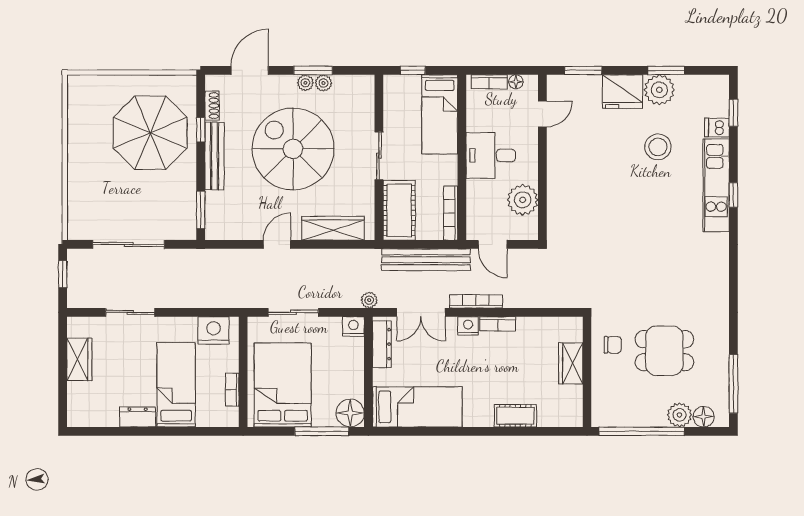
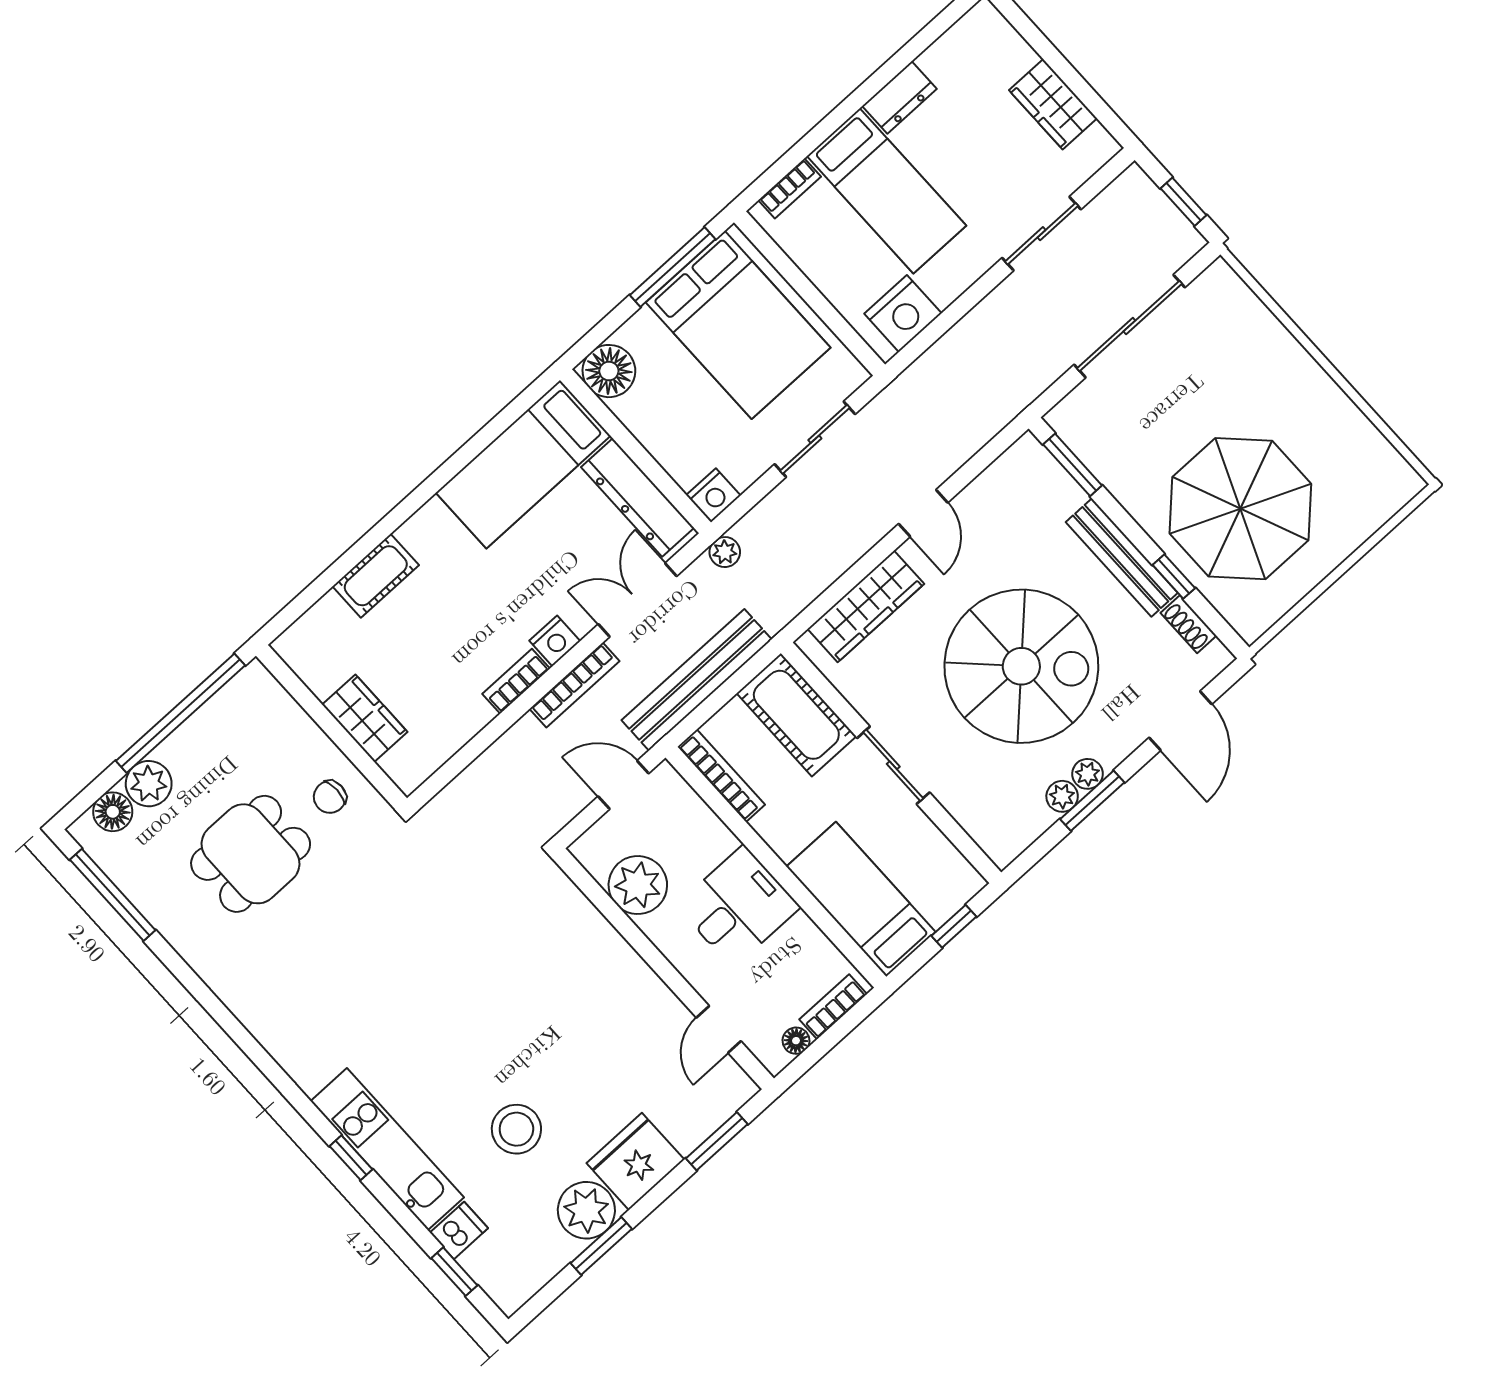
dresser: (382, 344) -> (637, 498), width x1.37, depth x1.24
bookcase: (232, 390) -> (790, 188), moved, turned 90
window: (322, 431) -> (673, 267), moved

